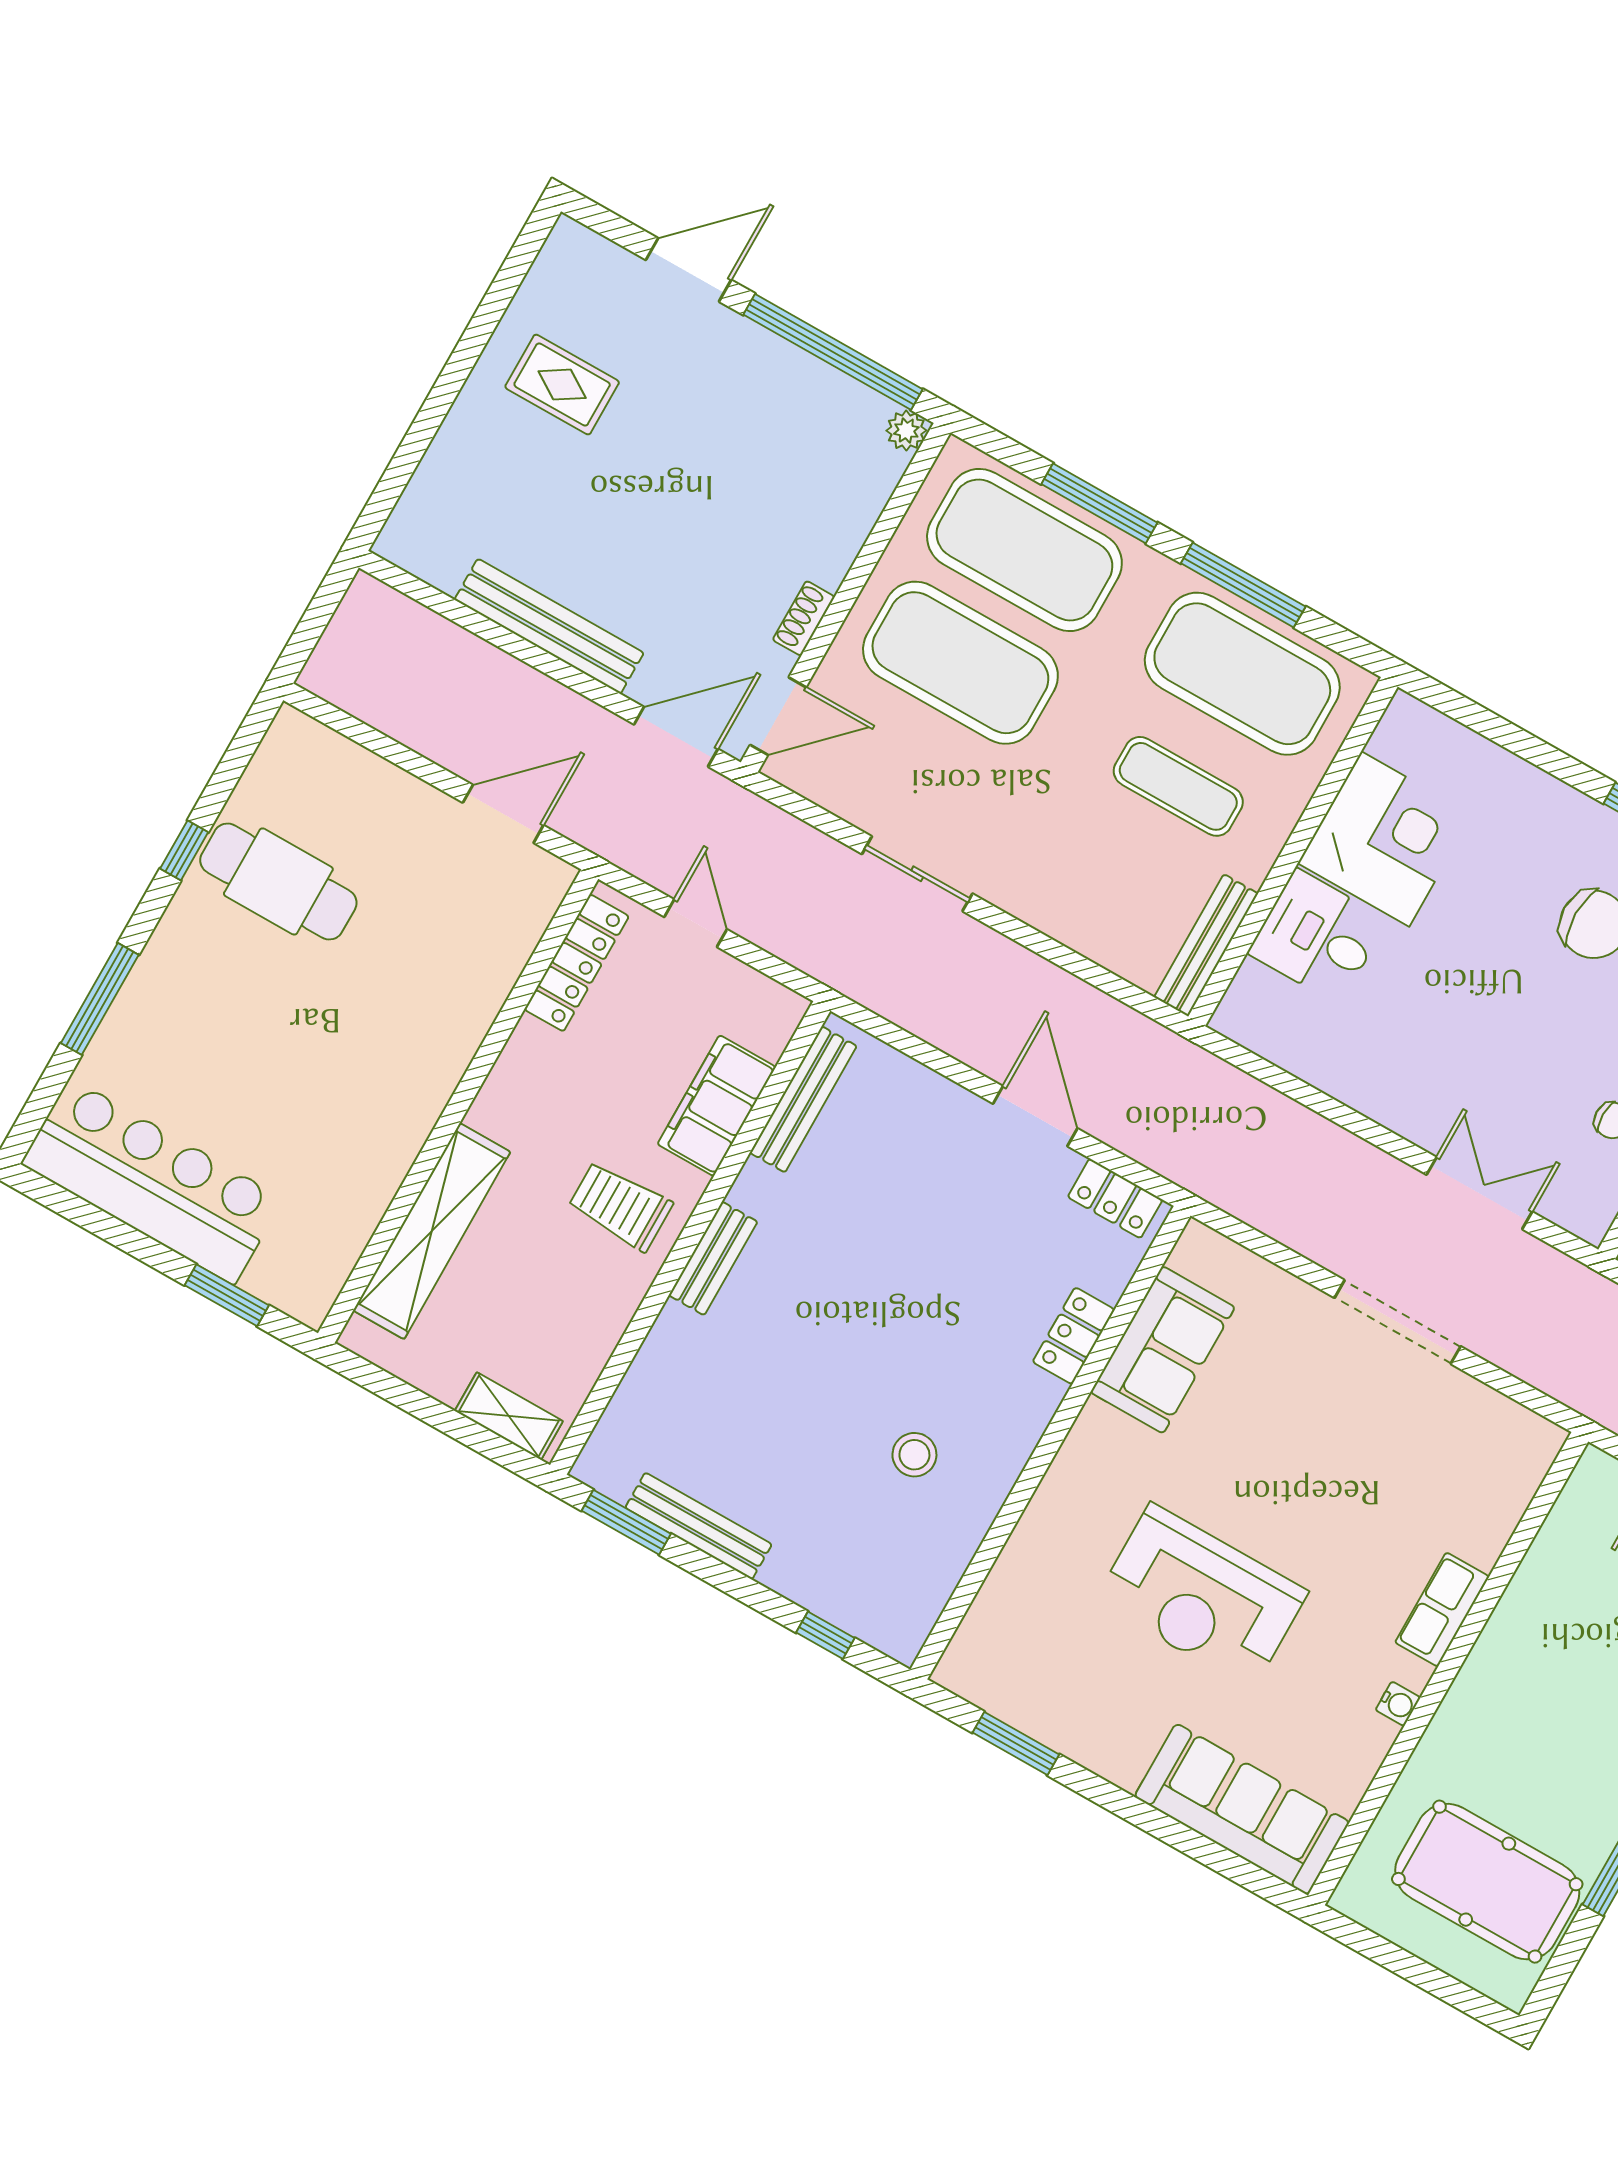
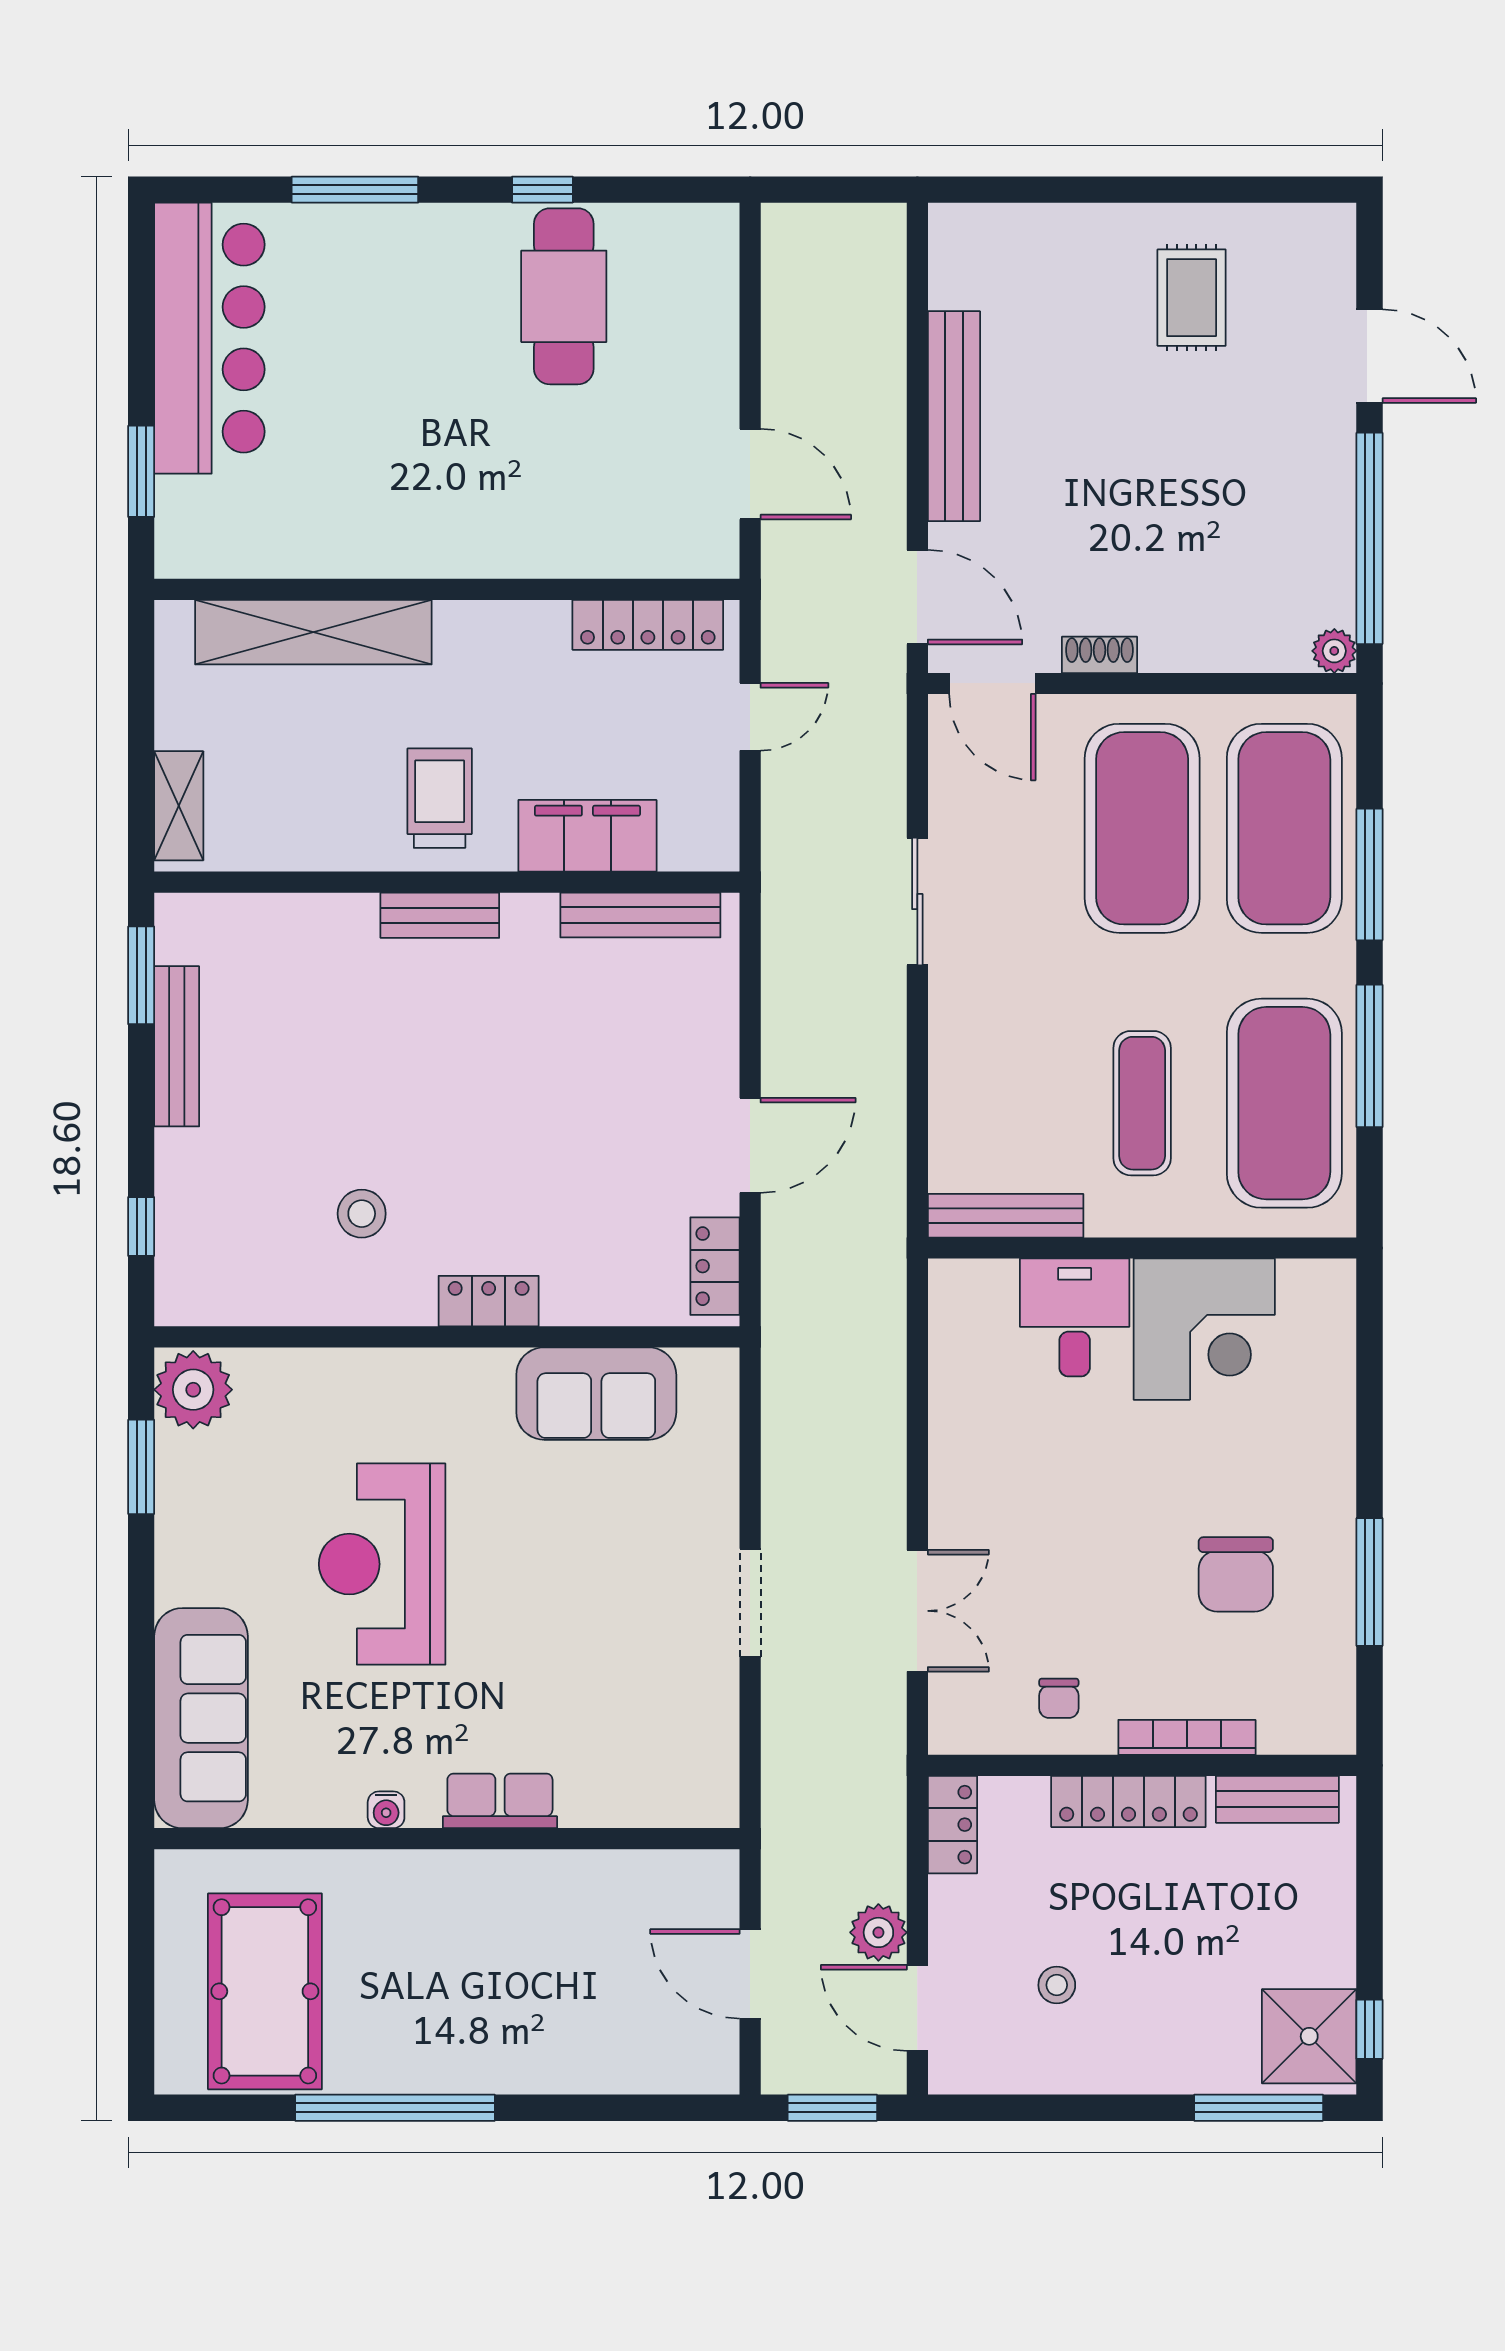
doorway: (1398, 1322) -> (750, 1603), width x0.73
locker: (1074, 1336) -> (489, 1301), moved
plant: (978, 1668) -> (193, 1390), added

